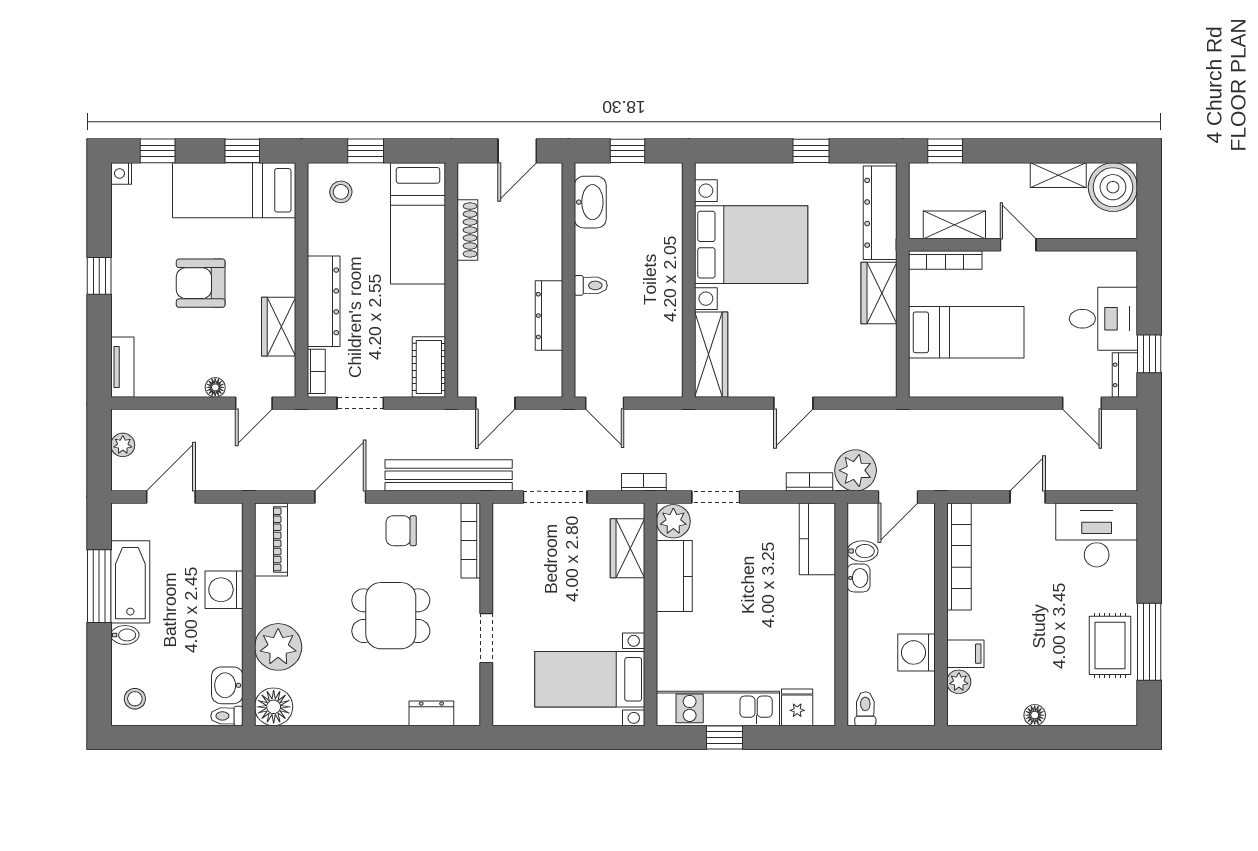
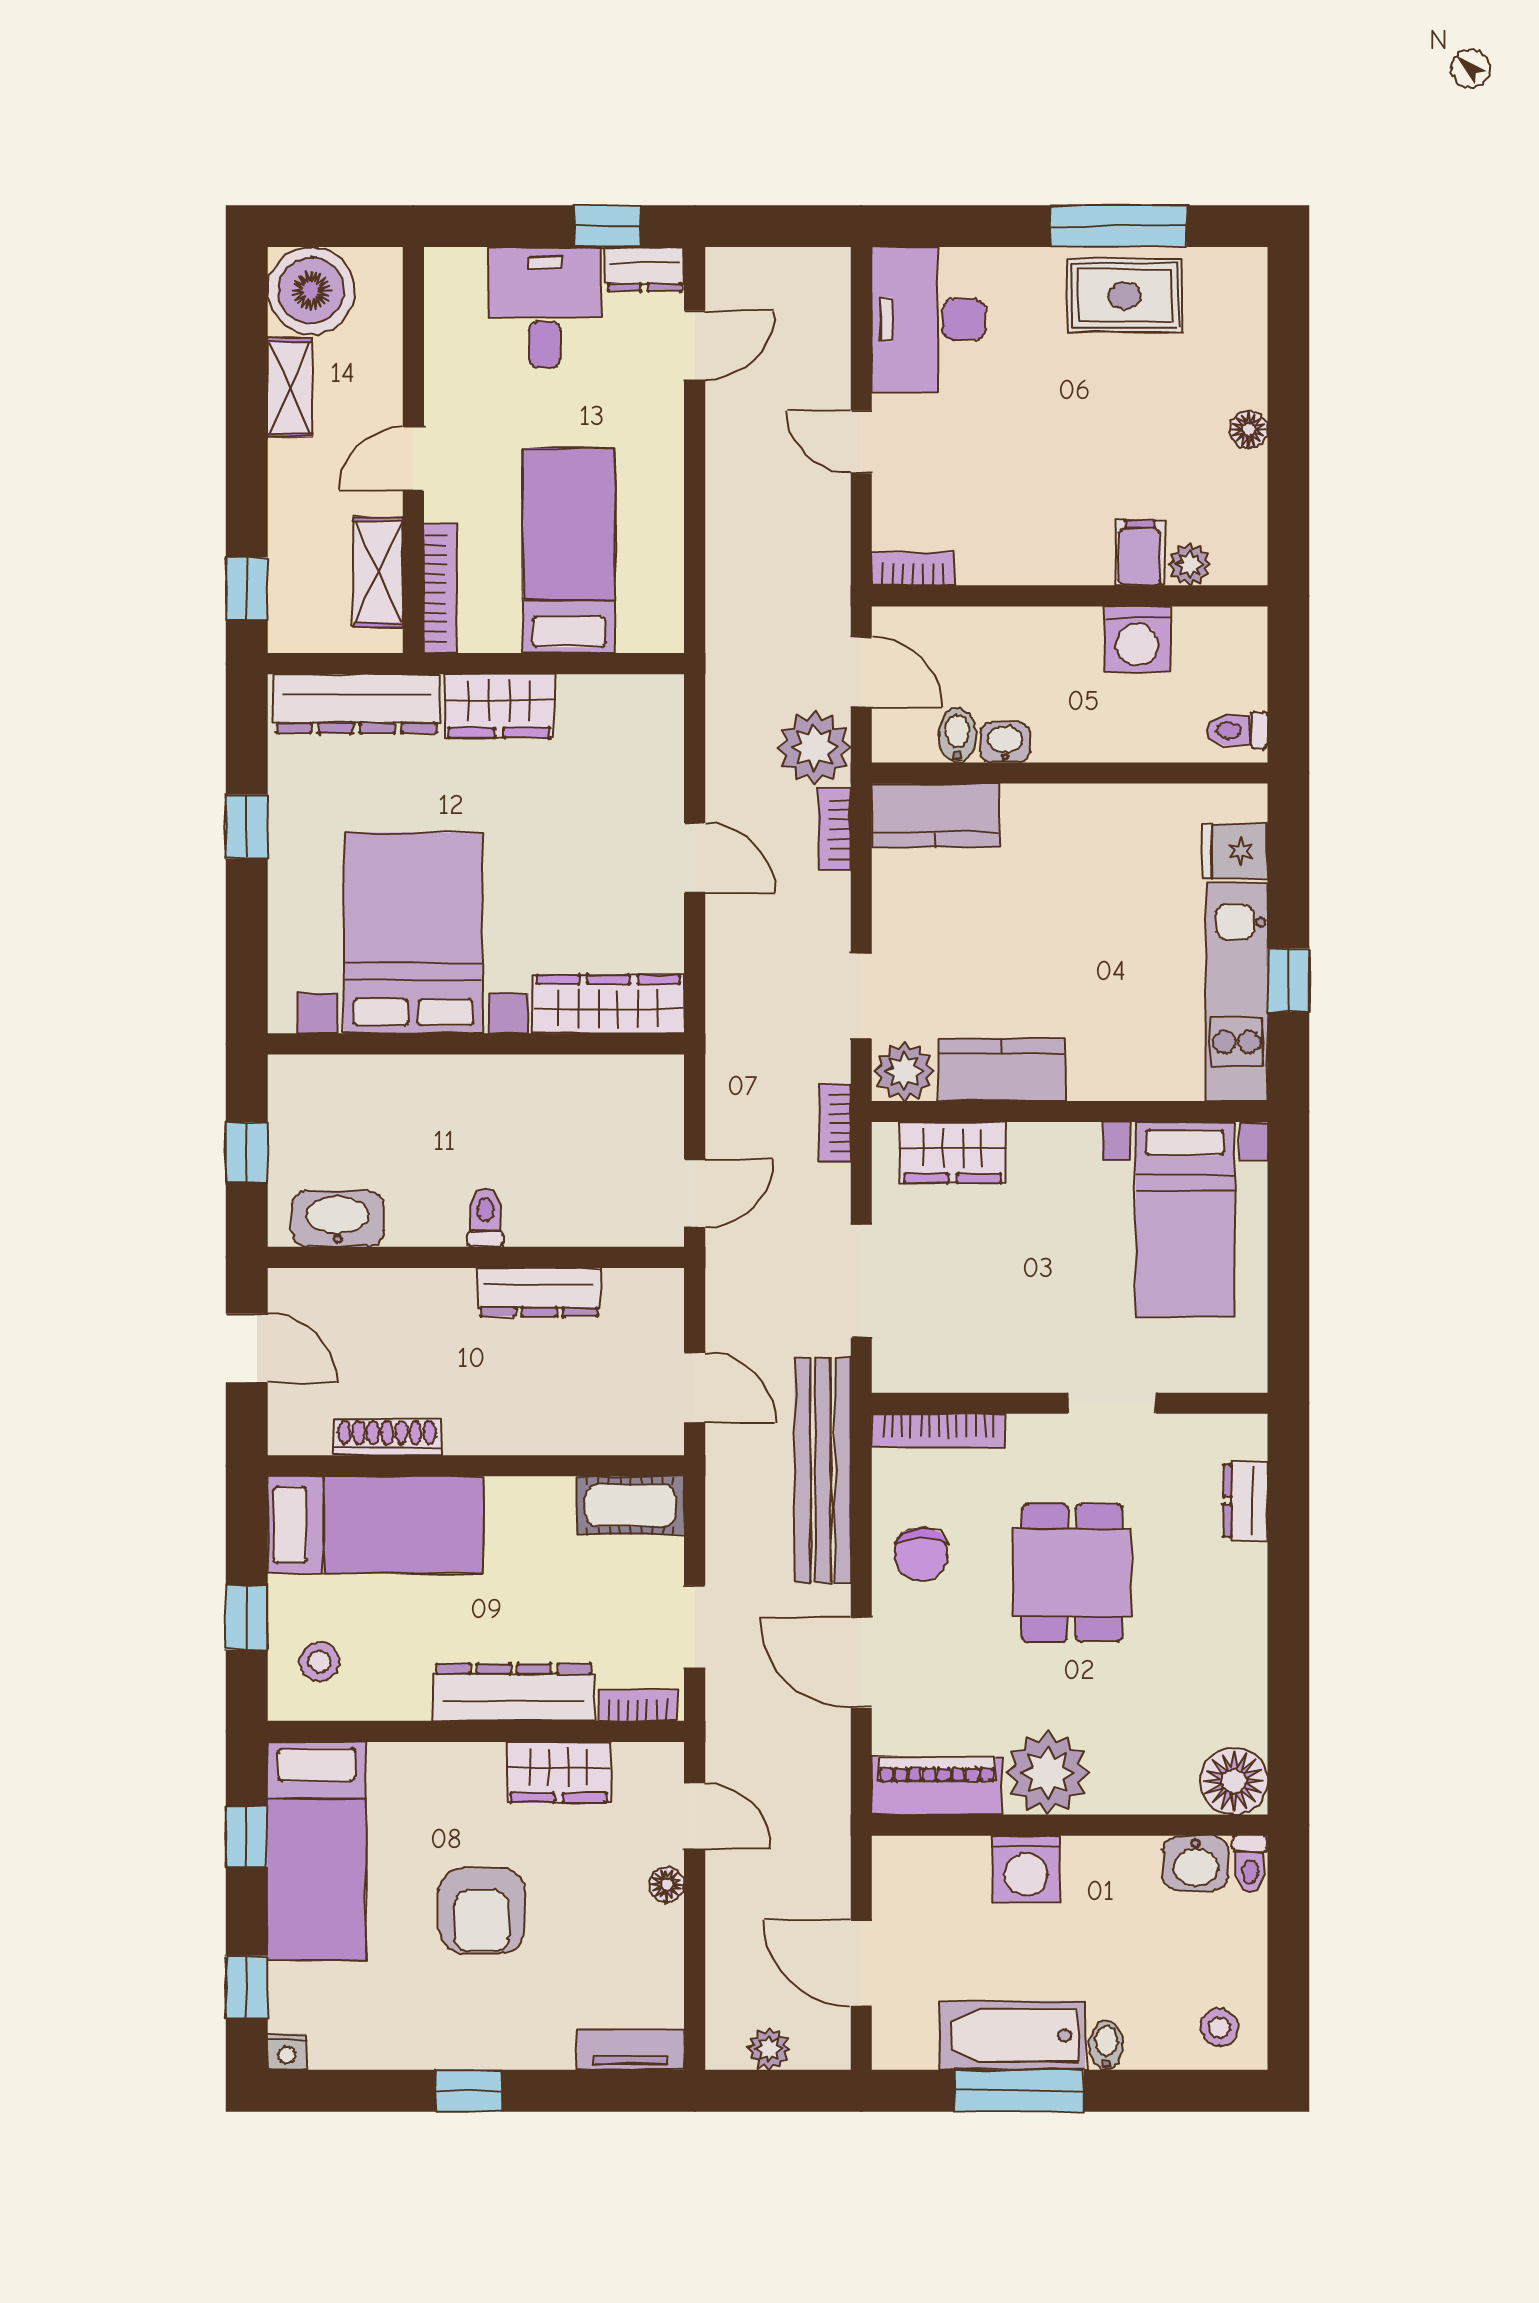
bookcase: (959, 556) -> (913, 569), width x0.43, depth x0.76
plant: (278, 647) -> (1048, 1773), moved

